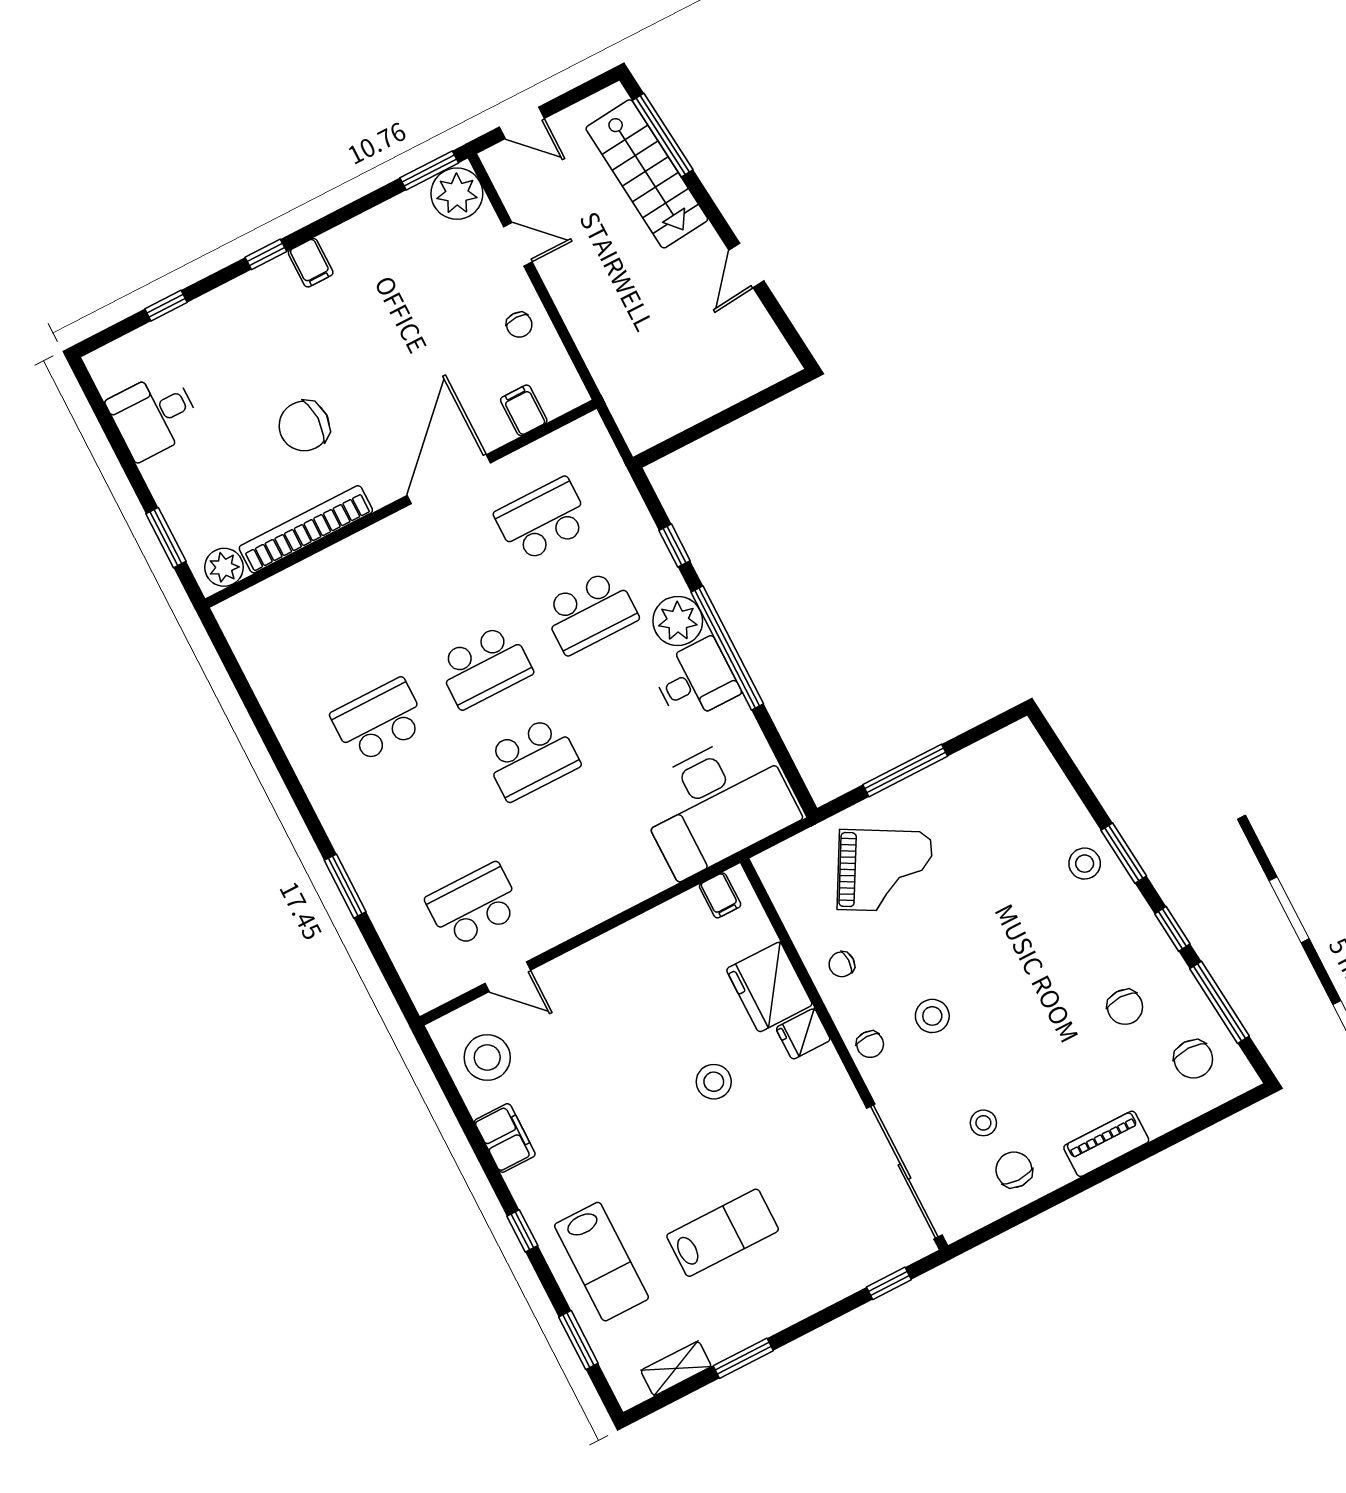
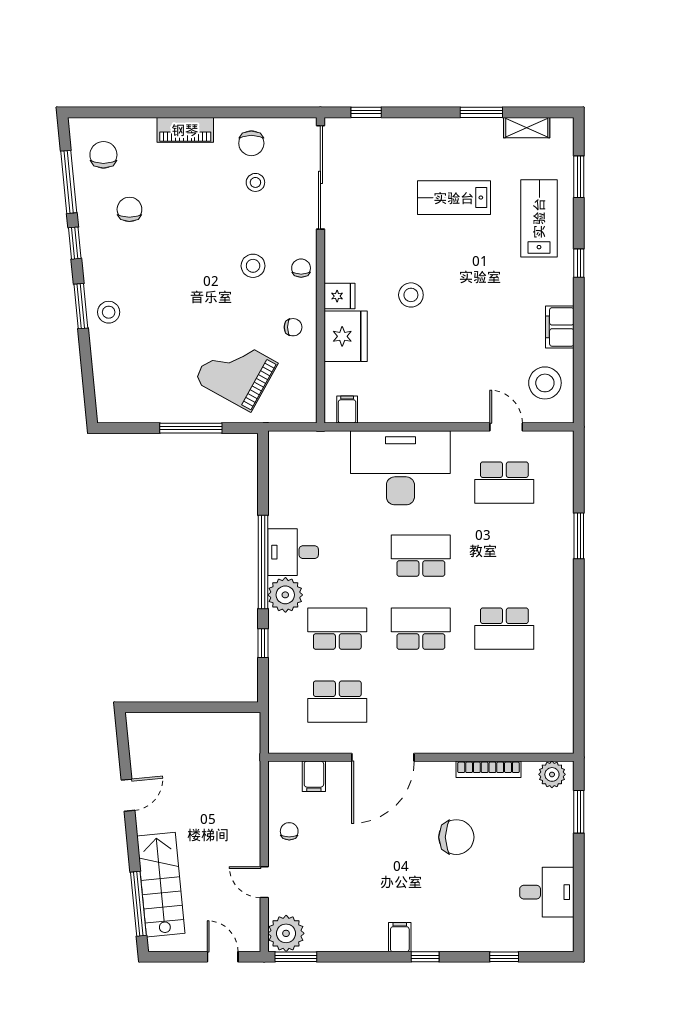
bookcase: (306, 529) -> (489, 769), width x0.68, depth x0.76
desk: (717, 804) -> (400, 468), moved

